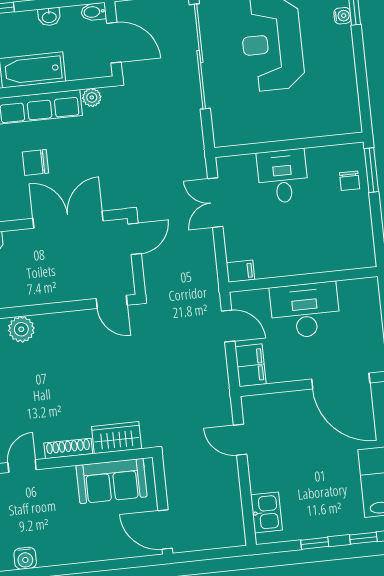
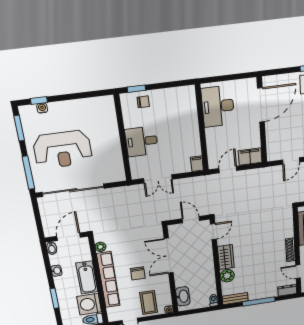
window: (371, 170) -> (136, 89), width x0.67
door: (135, 239) -> (191, 220), moved
desk: (305, 310) -> (218, 106), moved
wardrobe: (117, 438) -> (226, 257), moved, turned 180

